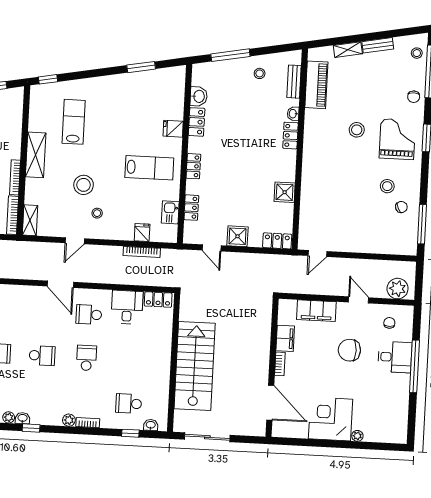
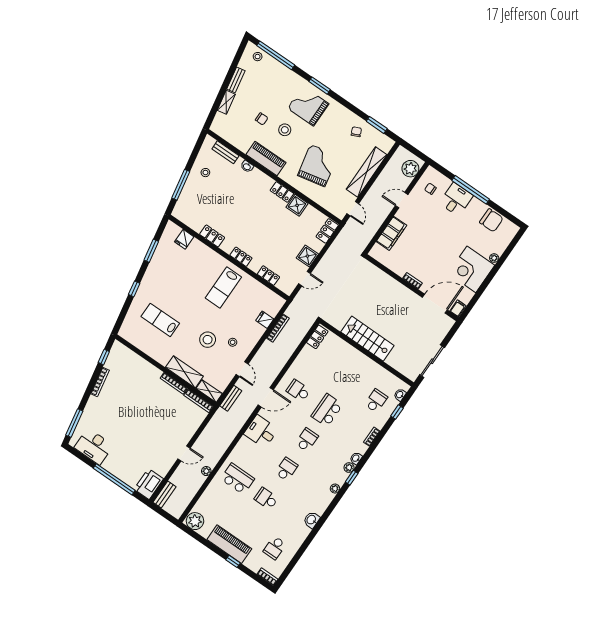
window: (48, 79) -> (134, 289), moved
piano: (316, 85) -> (266, 159), moved
washbasin: (199, 96) -> (195, 224), removed
chair: (414, 97) -> (262, 119), moved
fridge: (173, 129) -> (184, 239), moved
locker: (290, 136) -> (282, 192), moved
shelving: (36, 155) -> (184, 372), moved
lab bench: (149, 168) -> (223, 288), turned 180
stool: (387, 186) -> (336, 133), removed
grand piano: (340, 188) -> (318, 165), added
kitchen sink: (170, 212) -> (263, 292), removed
window: (422, 224) -> (377, 125), width x0.69
shelving: (365, 244) -> (367, 172), added
bench: (36, 248) -> (231, 398), added
desk: (127, 307) -> (261, 432), moved
school desk: (89, 315) -> (298, 391), turned 90
filing cabinet: (285, 338) -> (458, 308), moved, width x0.50
chair: (349, 350) -> (491, 220), moved, turned -90
school desk: (87, 358) -> (327, 410), width x1.85
stairs: (195, 366) -> (367, 339), width x0.73, depth x0.66
school desk: (129, 404) -> (376, 401), turned 180
washbasin: (23, 418) -> (356, 458), moved
plant: (69, 420) -> (349, 468), moved

